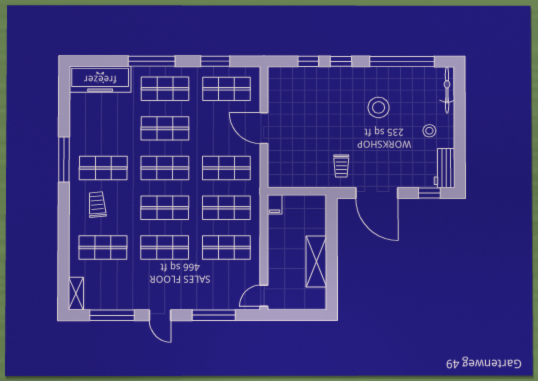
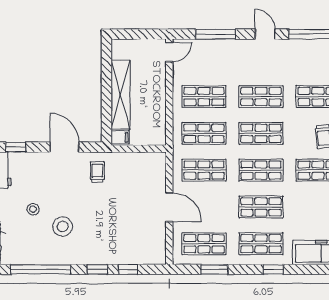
window: (152, 61) -> (273, 269), width x0.46
stool: (429, 131) -> (33, 209), moved
door: (377, 193) -> (65, 147), width x0.73
filing cabinet: (275, 204) -> (120, 137), moved, turned 90
shelving: (316, 261) -> (121, 95), width x1.47

